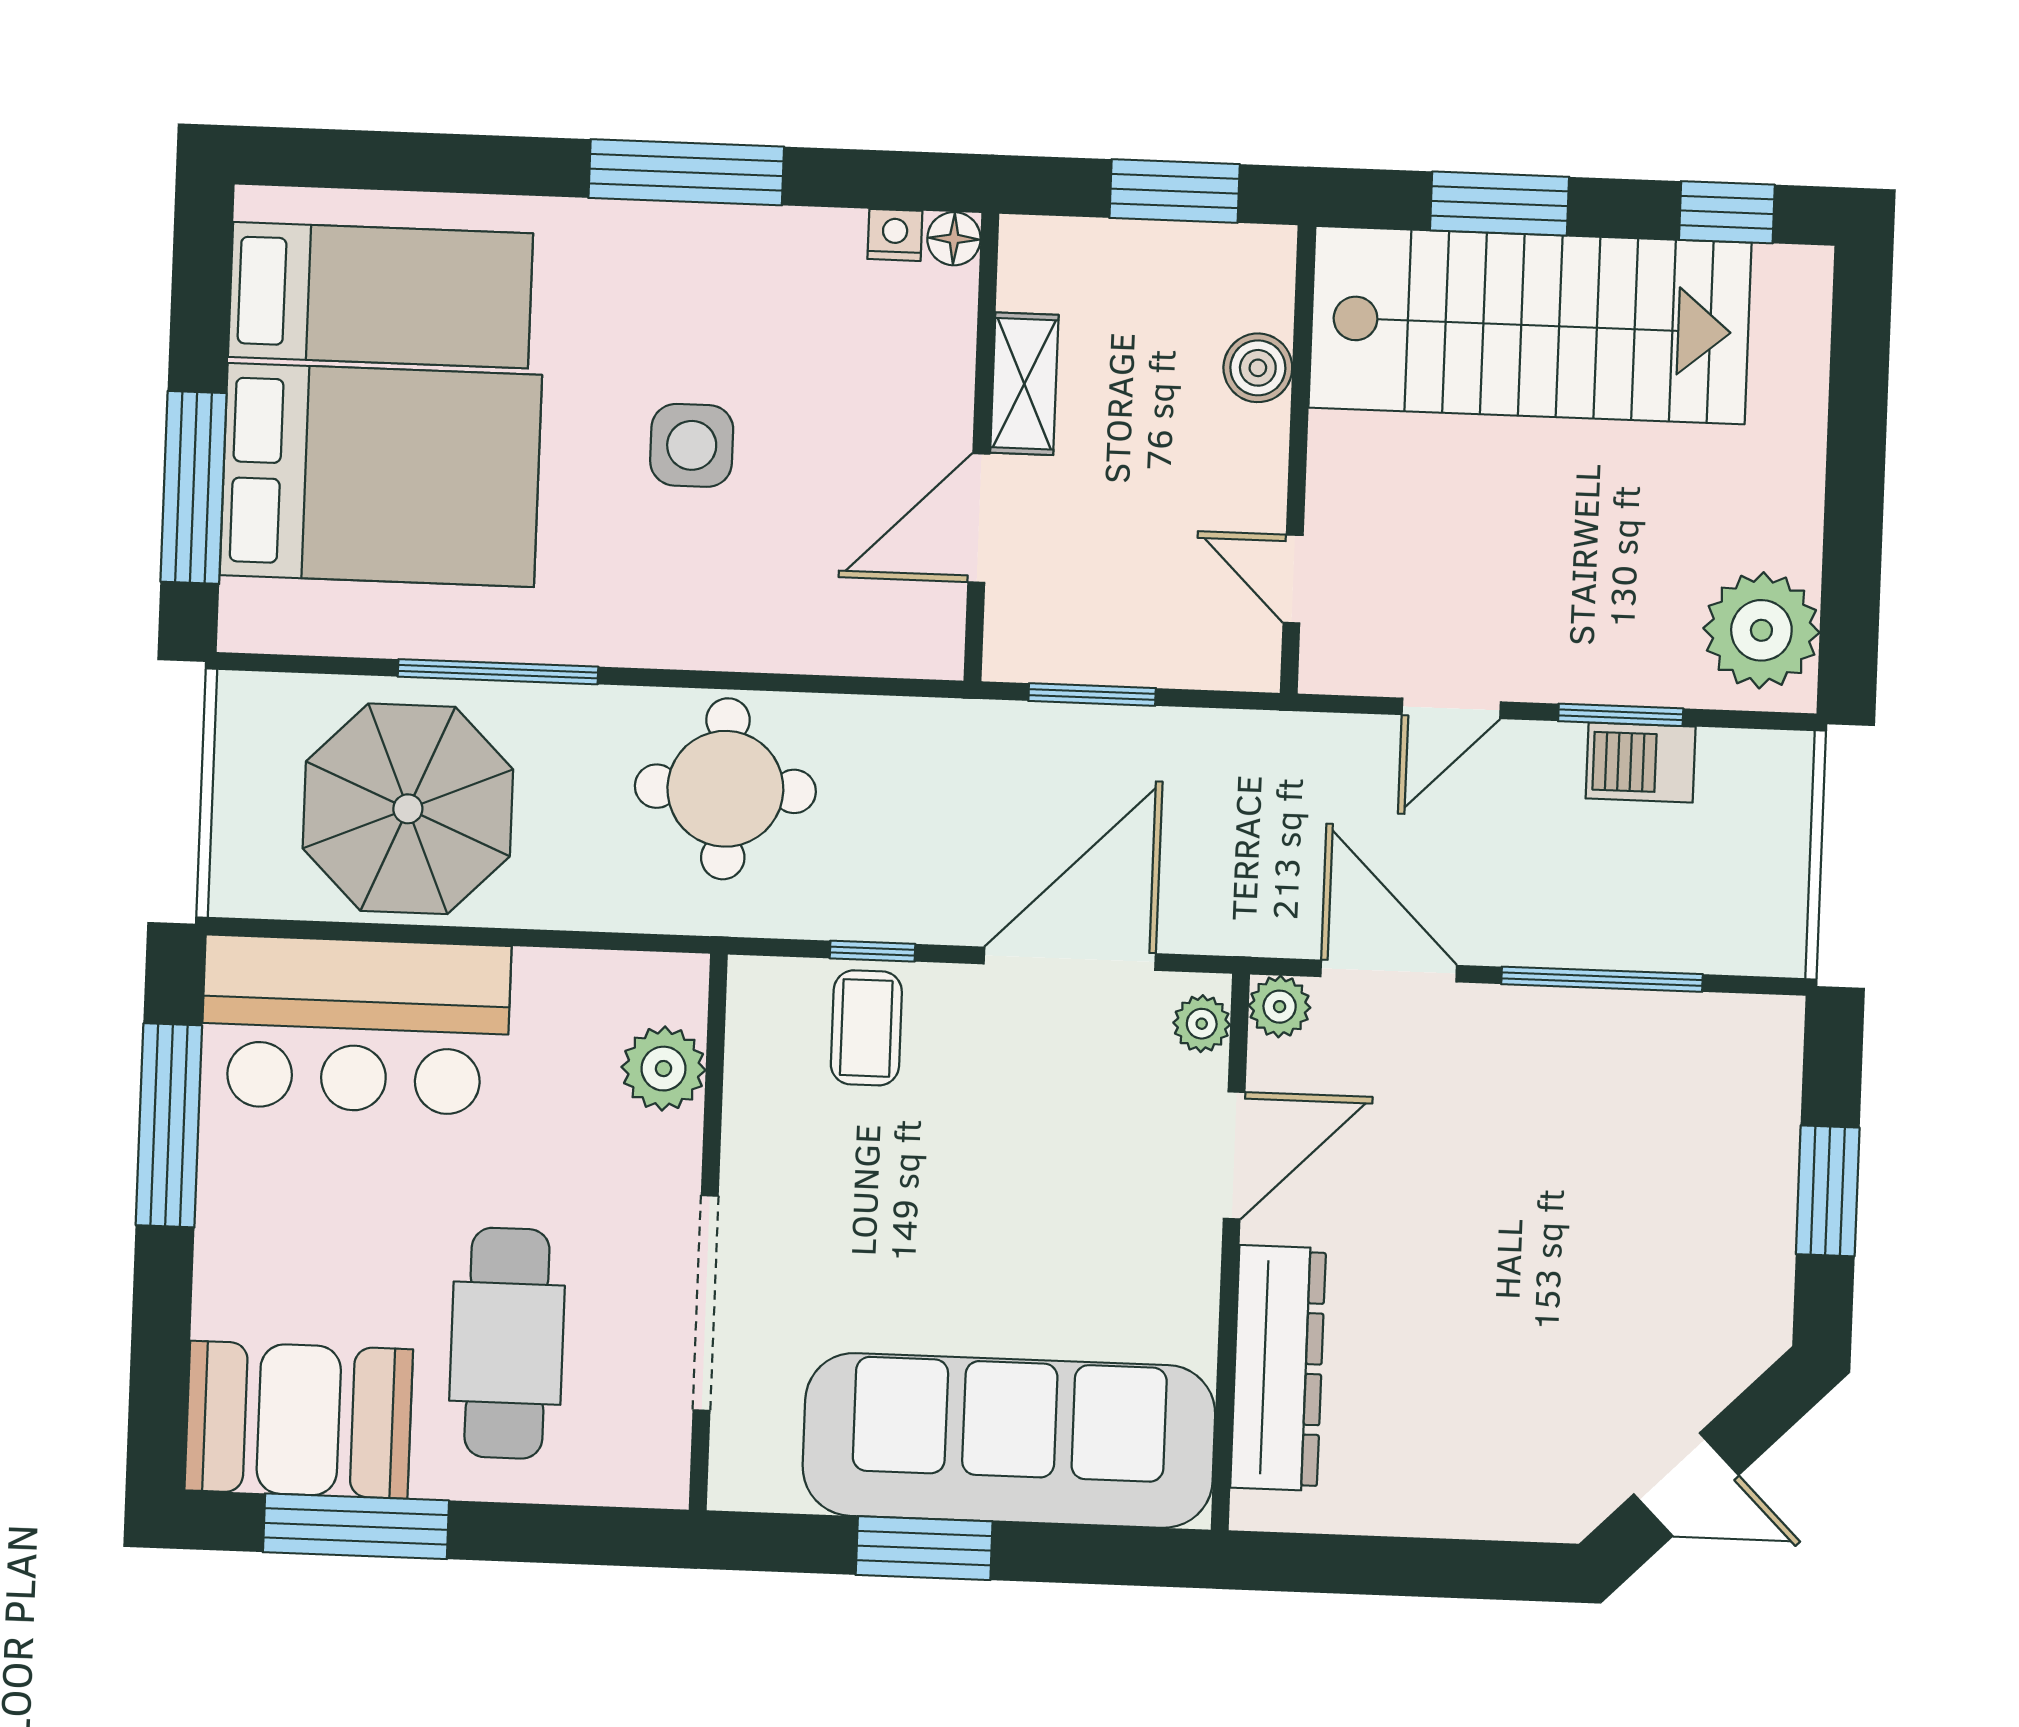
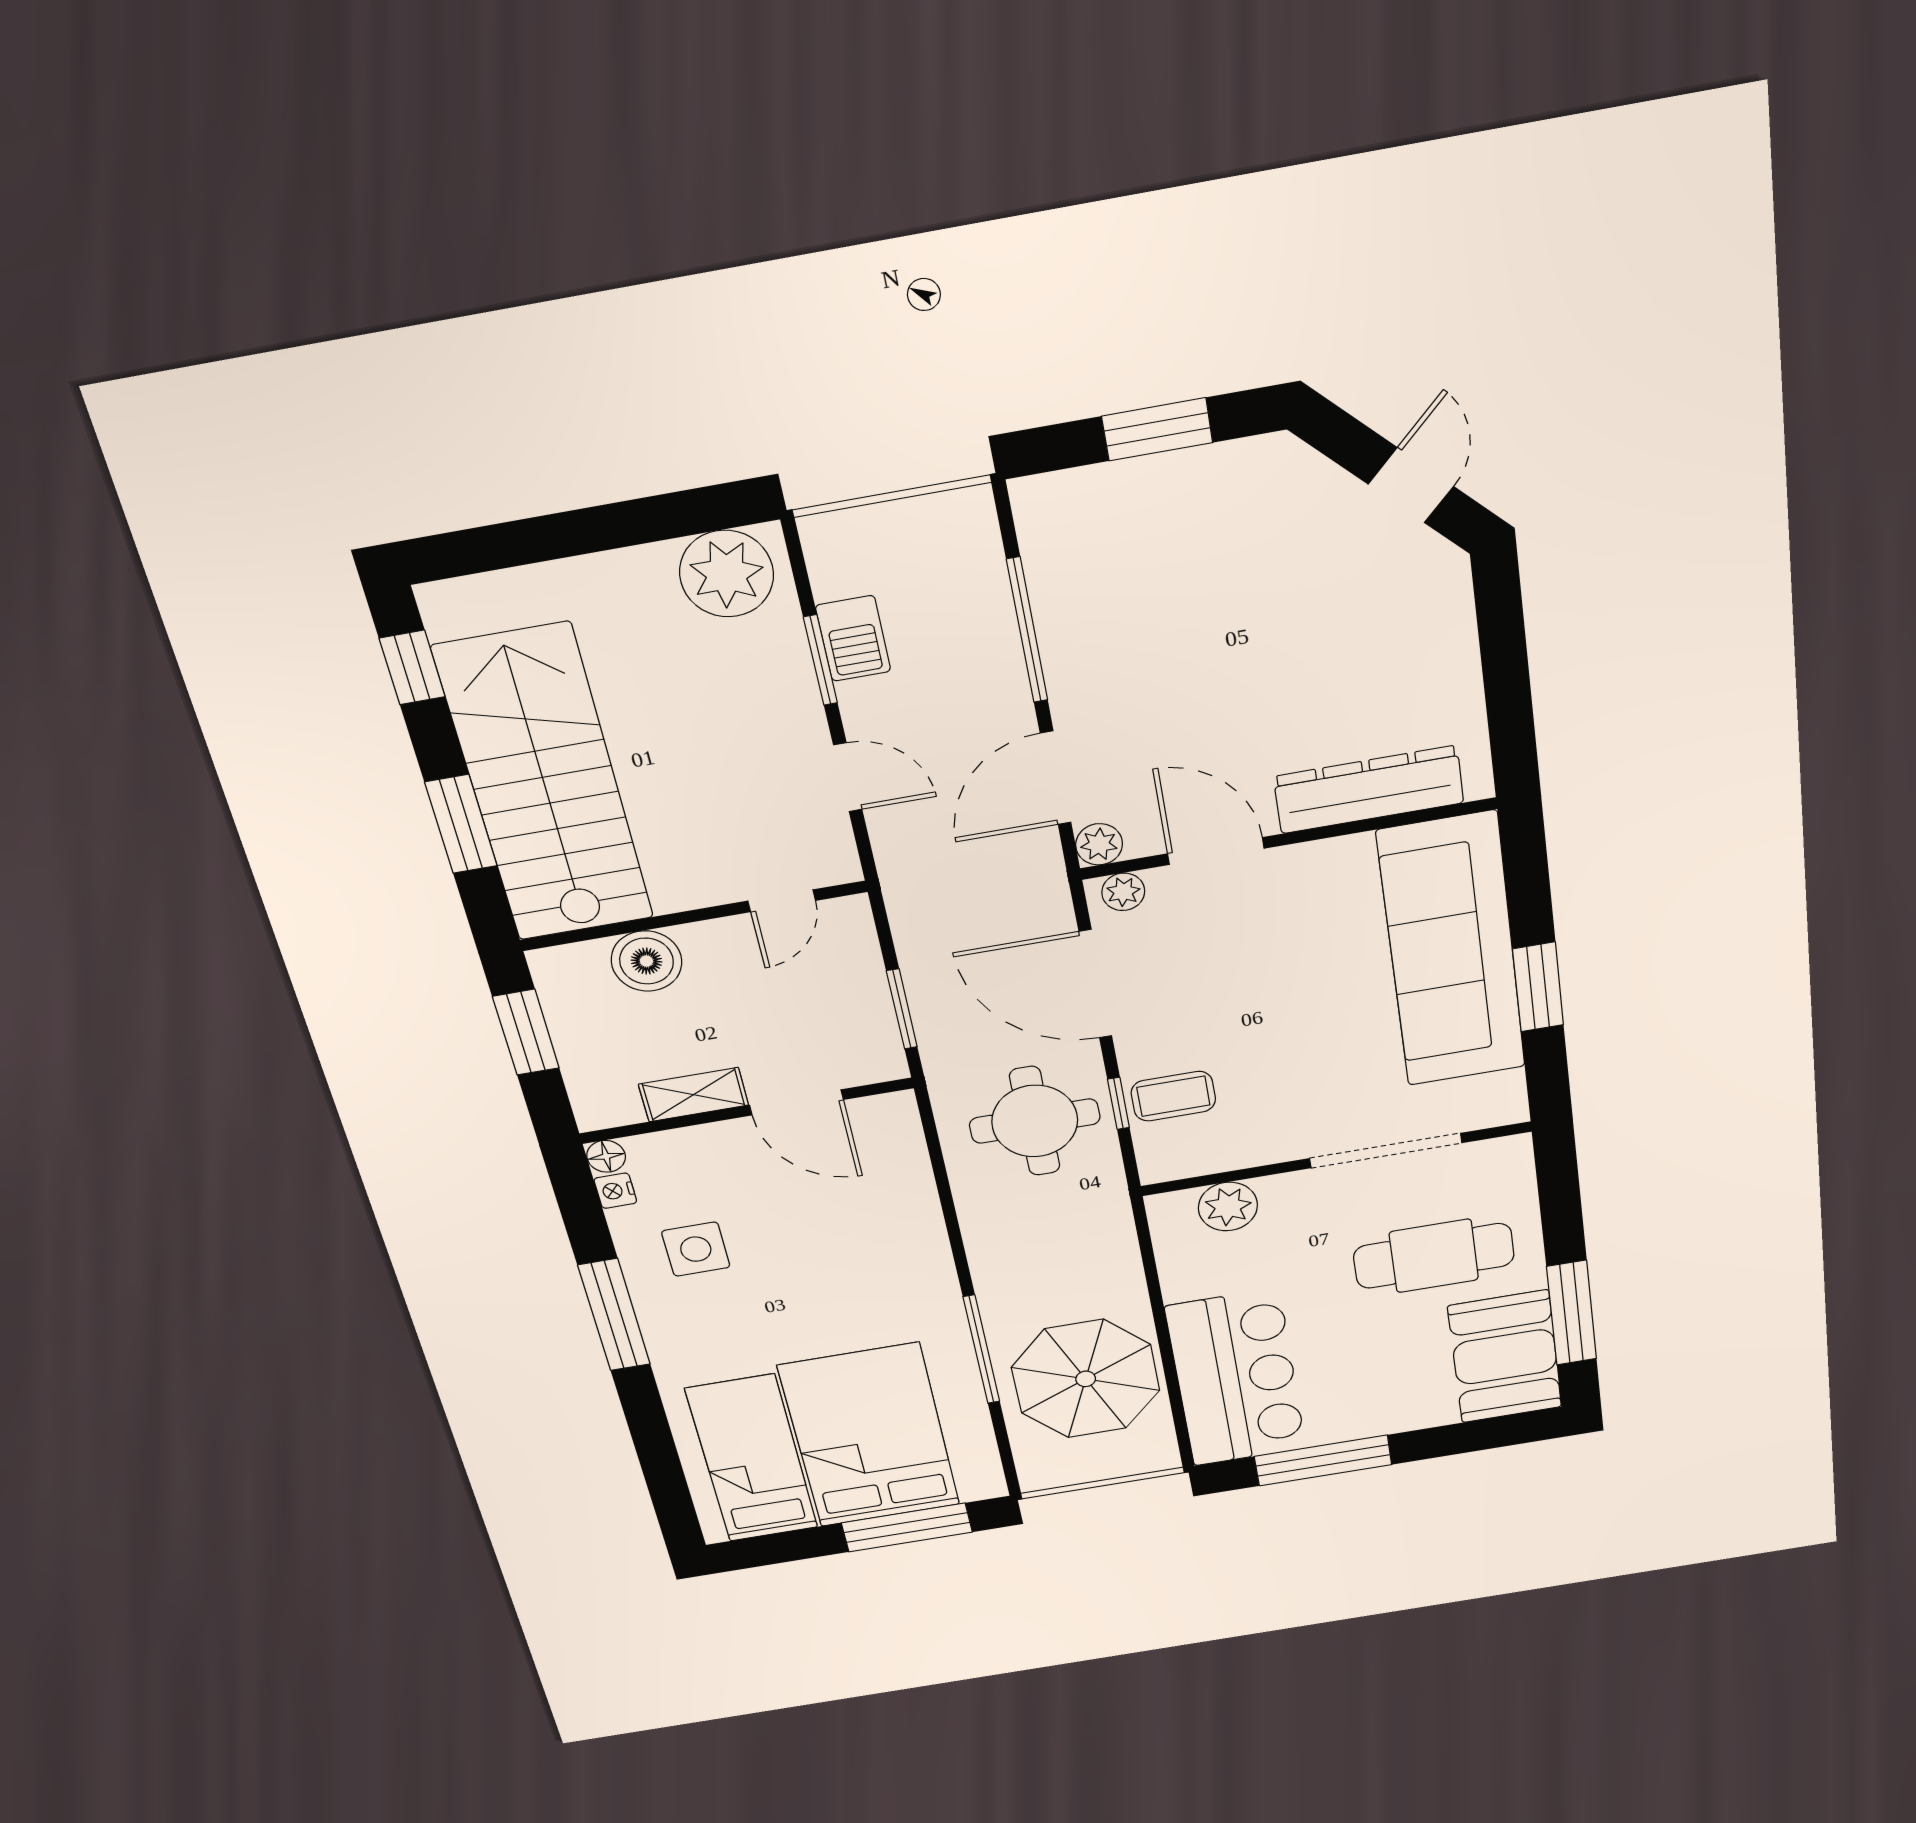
boiler: (1258, 368) -> (646, 961), width x1.36, depth x1.36
side table: (692, 445) -> (696, 1249), moved
round table: (725, 789) -> (1035, 1121), moved

